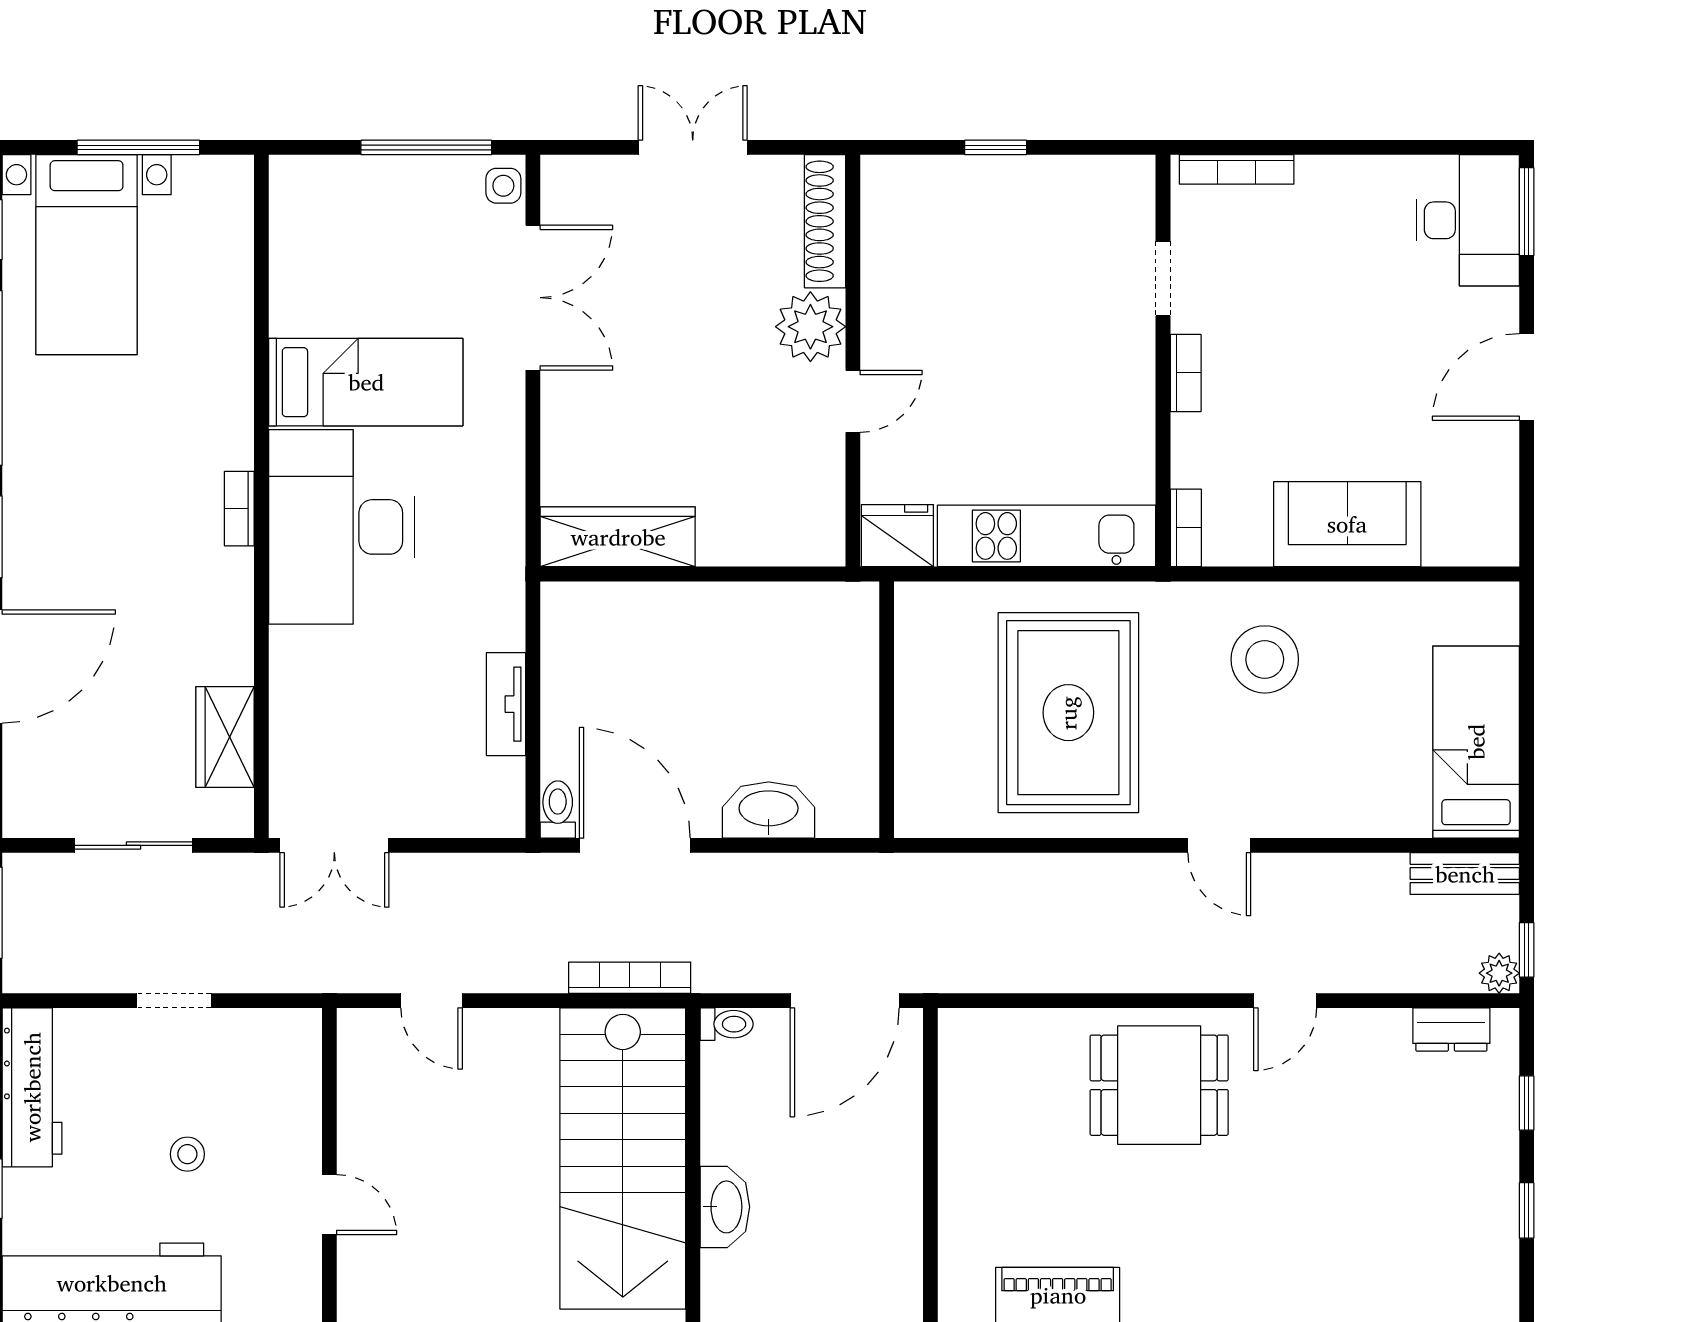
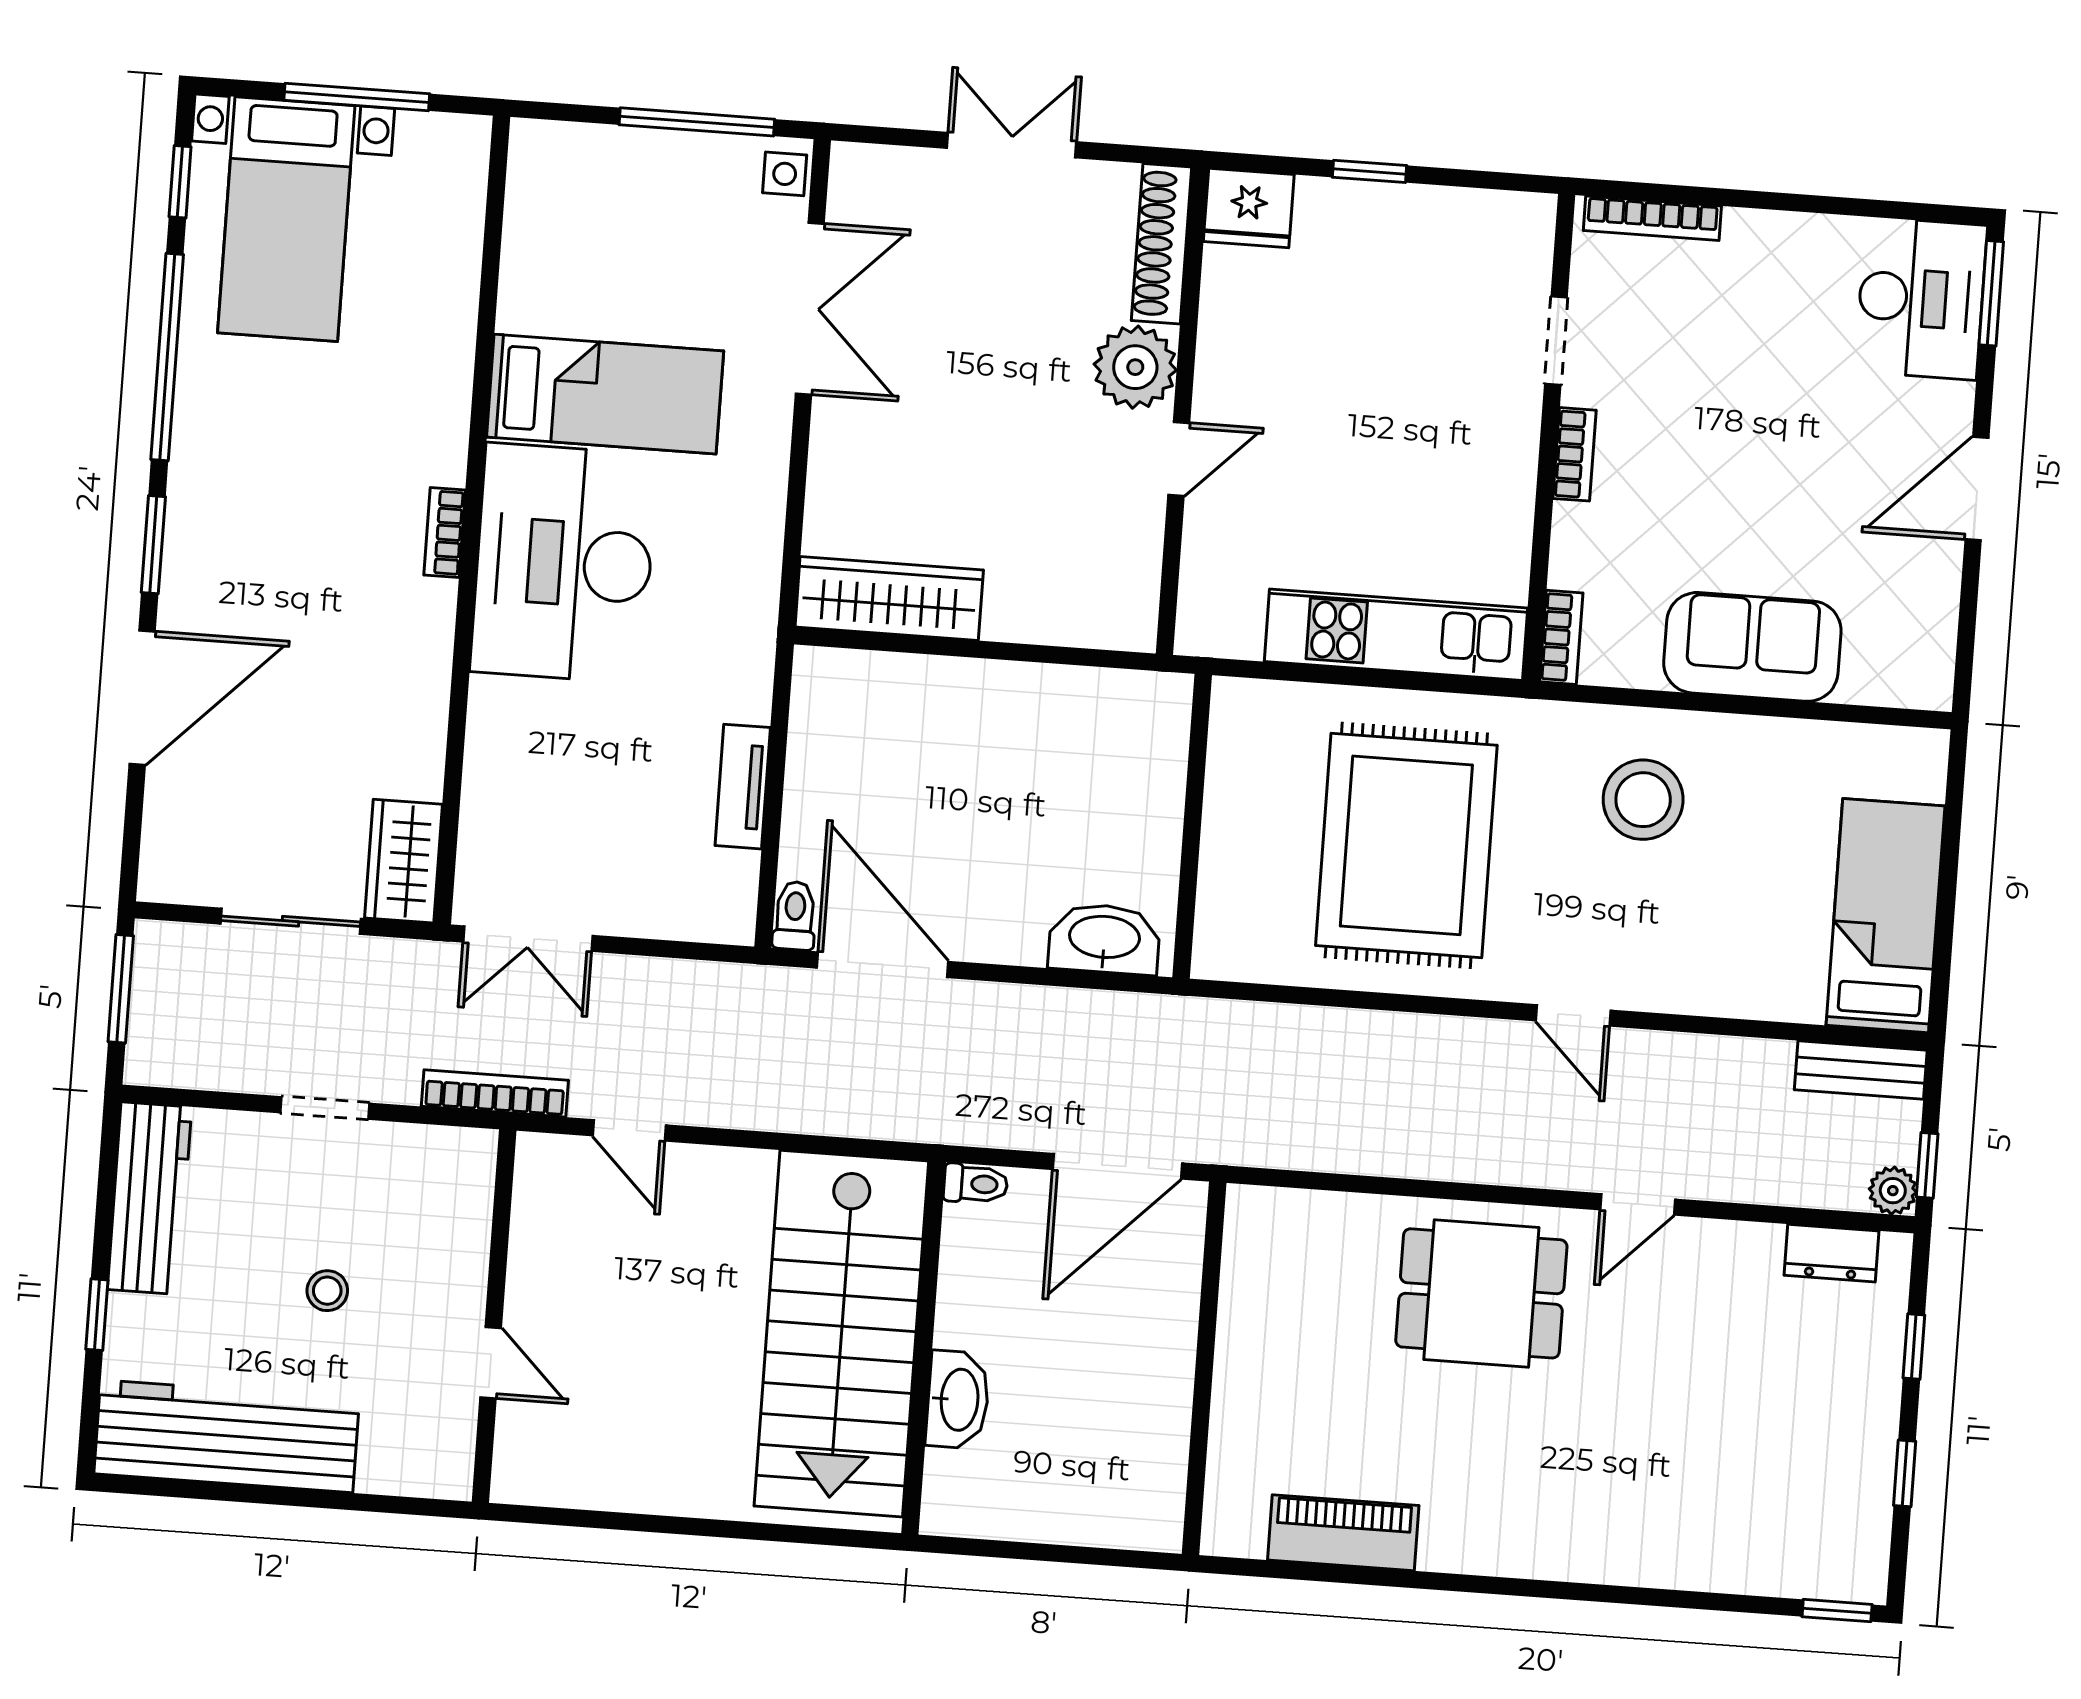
fridge: (897, 536) -> (1249, 208), moved, turned 180
wardrobe: (225, 737) -> (404, 861), moved
washbasin: (769, 810) -> (1104, 939), moved
bookcase: (630, 978) -> (495, 1093), moved

